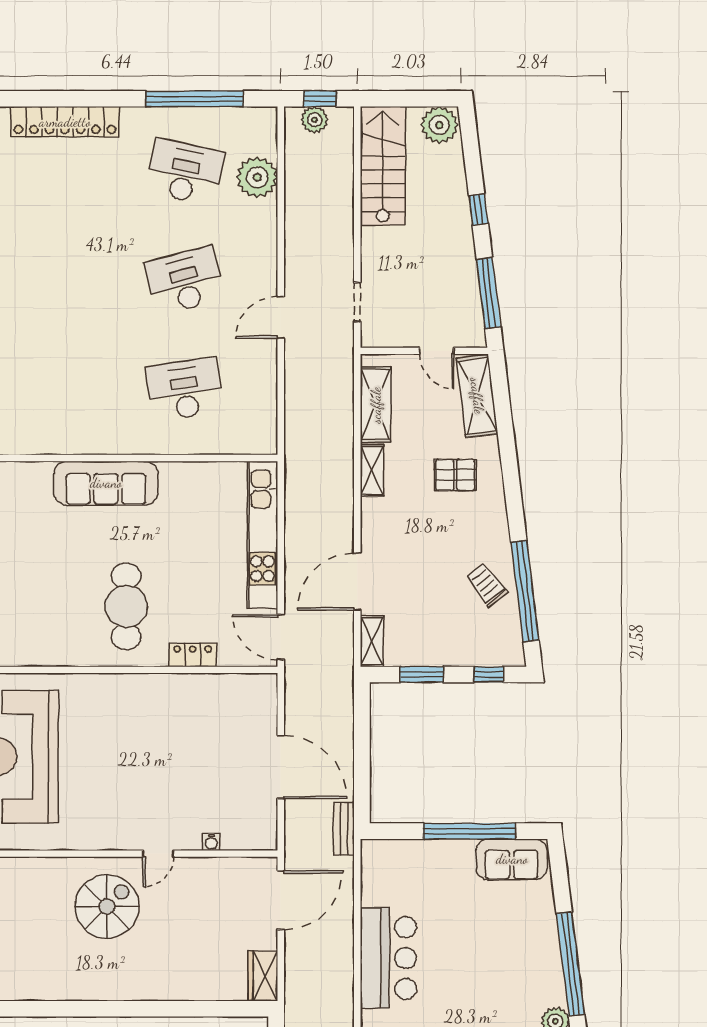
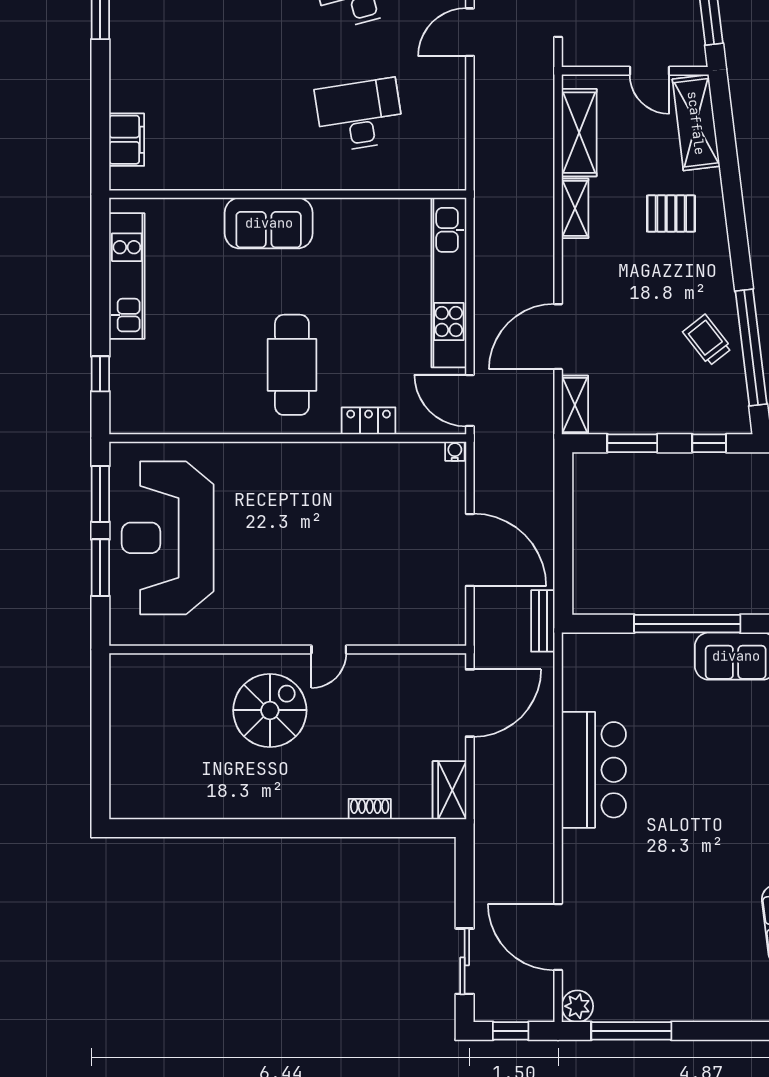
sofa: (106, 483) -> (269, 223), width x0.73
water cooler: (211, 842) -> (455, 451), moved, turned 180
shoe rack: (194, 992) -> (370, 809), added

